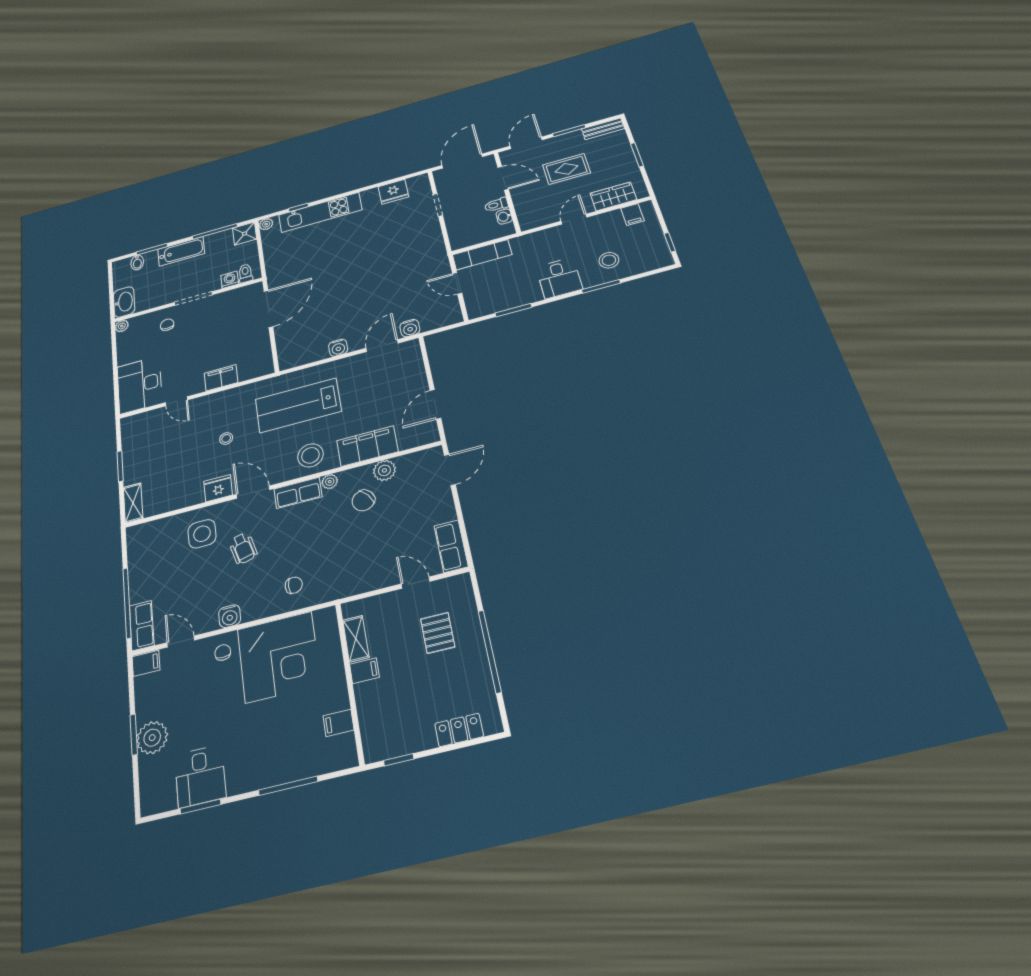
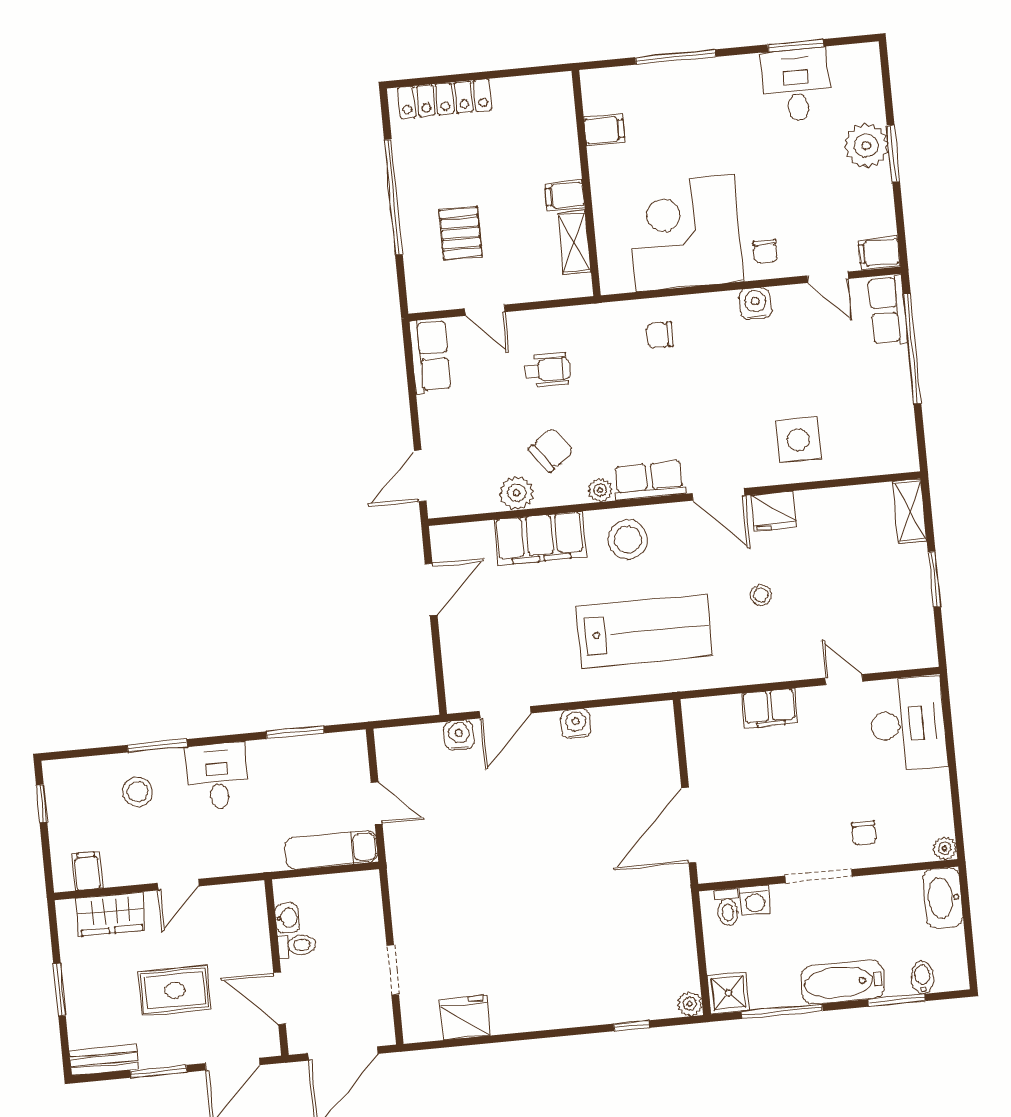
kitchen unit: (320, 212) -> (594, 1005), removed
wheelchair: (243, 548) -> (547, 370), moved, turned 104
locker: (459, 730) -> (445, 99), width x1.53
window: (399, 760) -> (527, 71), removed

